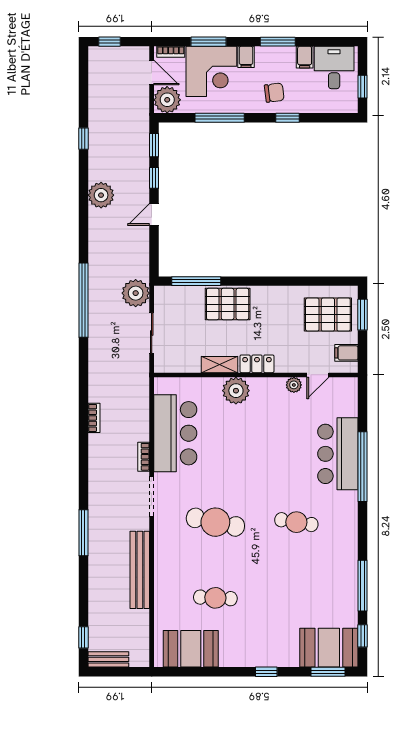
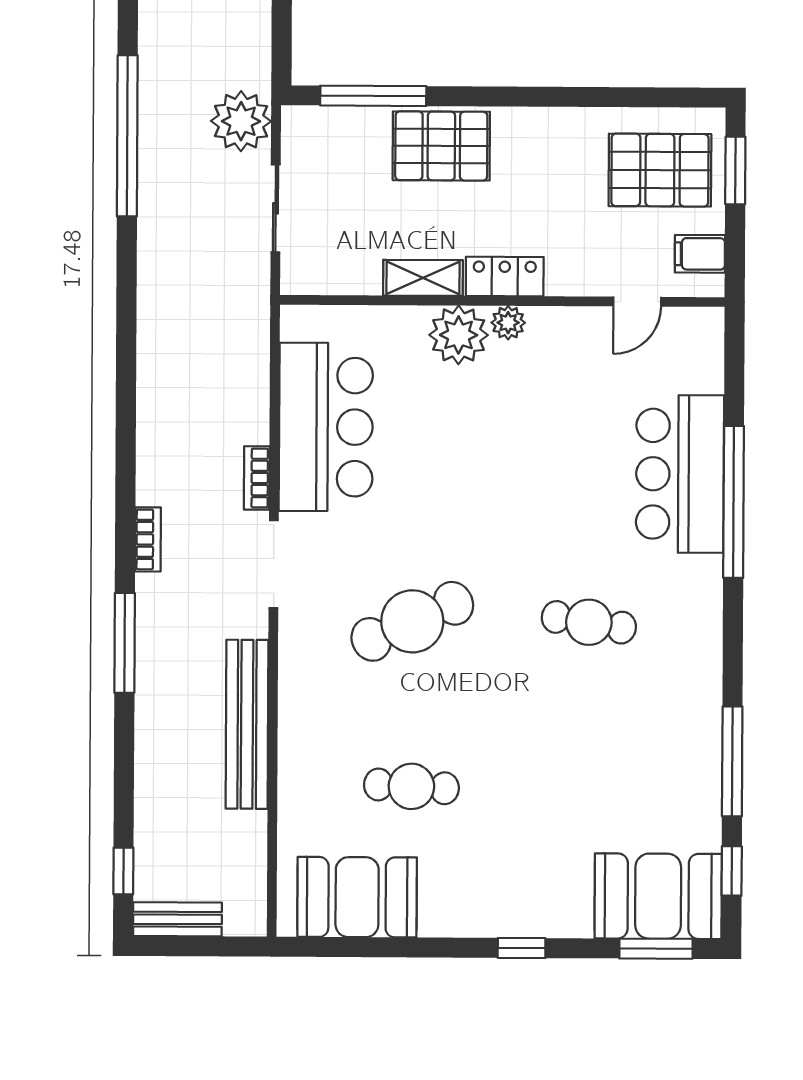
plant: (294, 385) -> (508, 323), moved
bookcase: (94, 418) -> (148, 539), moved
cafe table: (215, 522) -> (412, 621), turned -36

